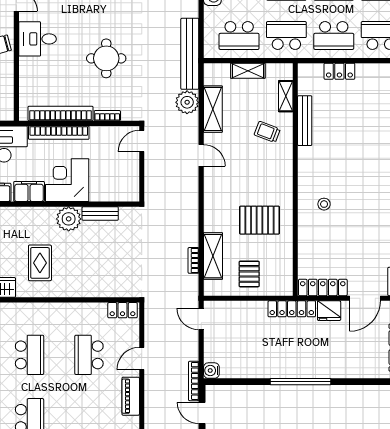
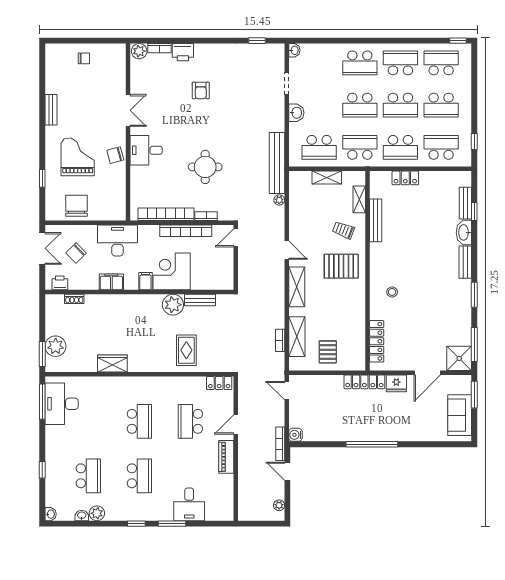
plant: (187, 102) -> (279, 200), width x0.53, depth x0.53
shelving: (213, 109) -> (297, 287), moved
bookcase: (59, 133) -> (186, 231), moved
filing cabinet: (29, 192) -> (145, 281), width x0.50
pallet: (260, 220) -> (341, 266), moved
rug: (40, 263) -> (186, 350), moved
locker: (323, 287) -> (377, 341), moved, turned 90

